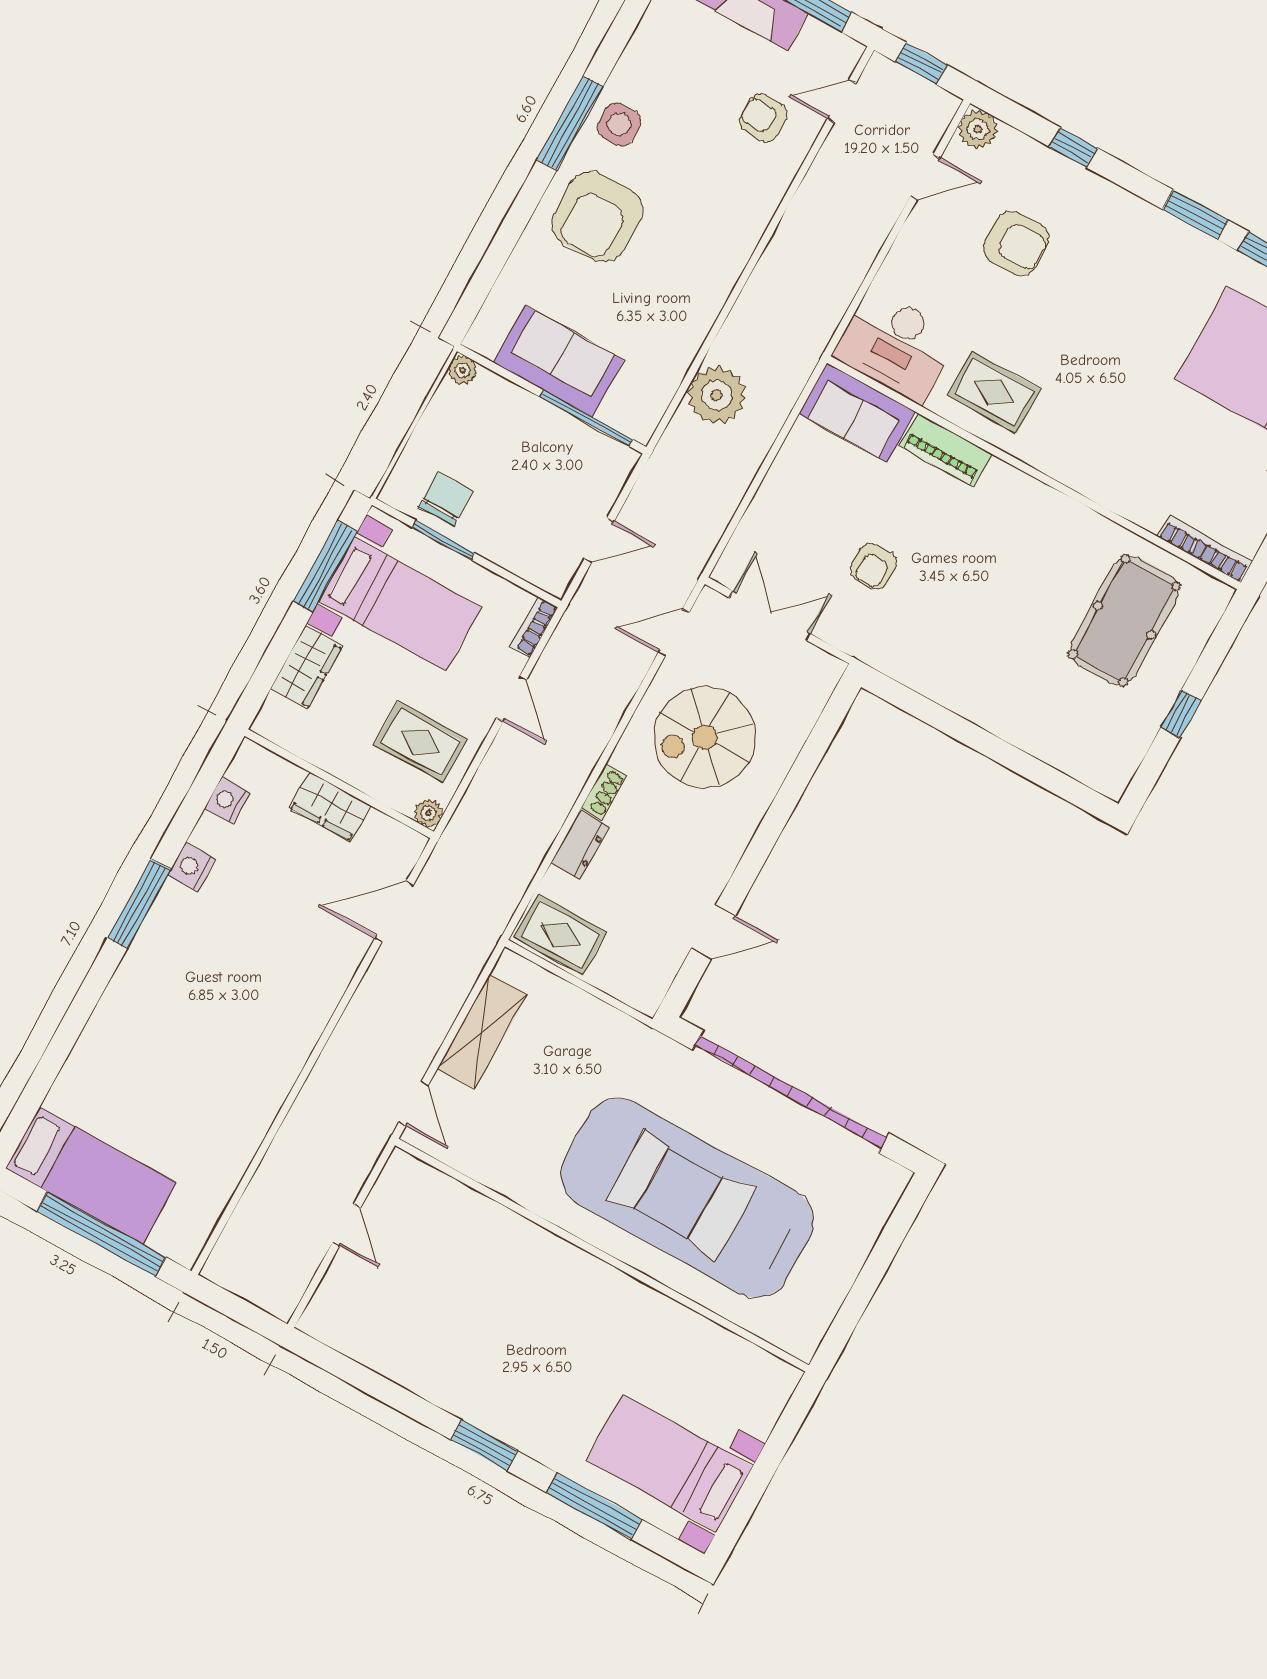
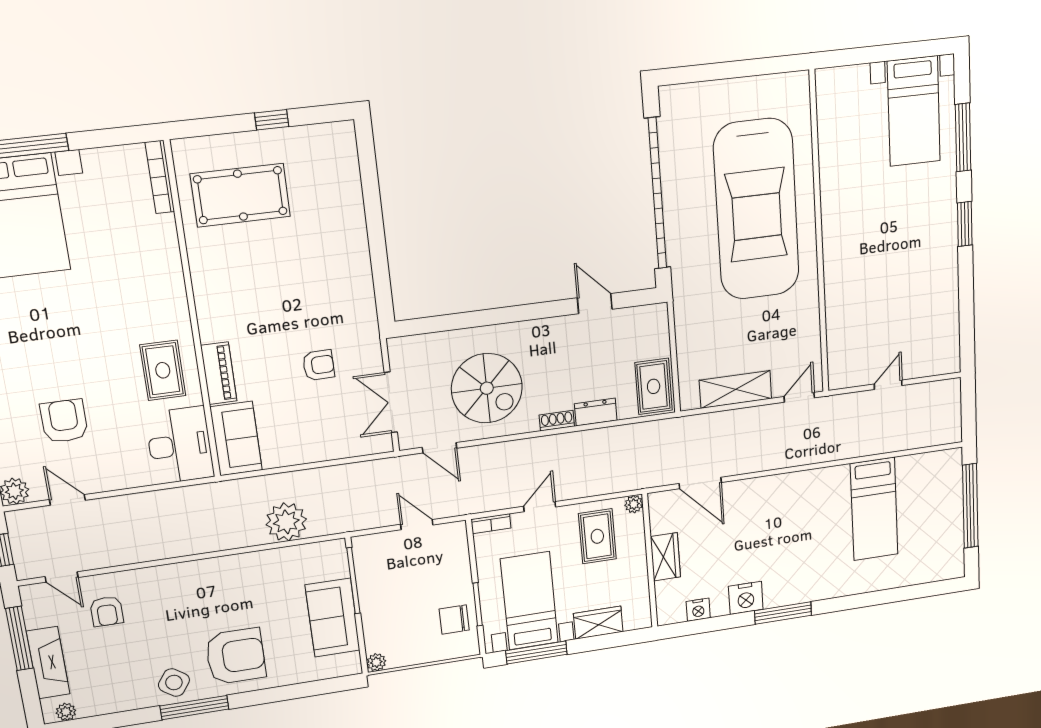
side table: (619, 124) -> (174, 683), turned 35
nightstand: (192, 867) -> (746, 598), width x1.36, depth x1.33
bed: (91, 1176) -> (874, 509), moved, turned 180

